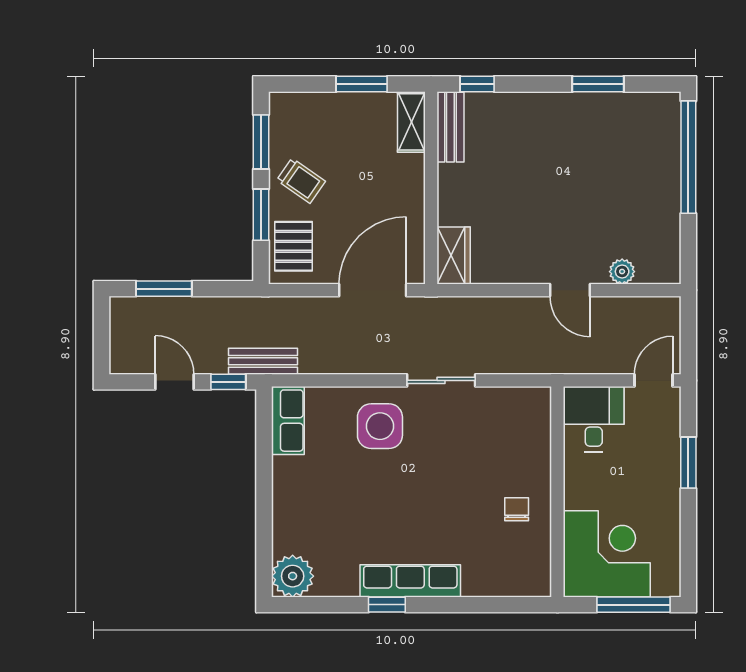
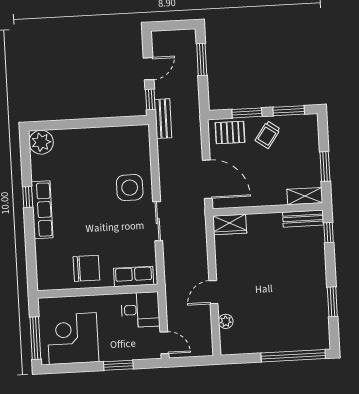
row of seats: (288, 421) -> (134, 276), moved, turned 180
chair: (517, 509) -> (86, 268), width x1.87, depth x1.87
corner desk: (607, 554) -> (73, 339), moved, turned 180

